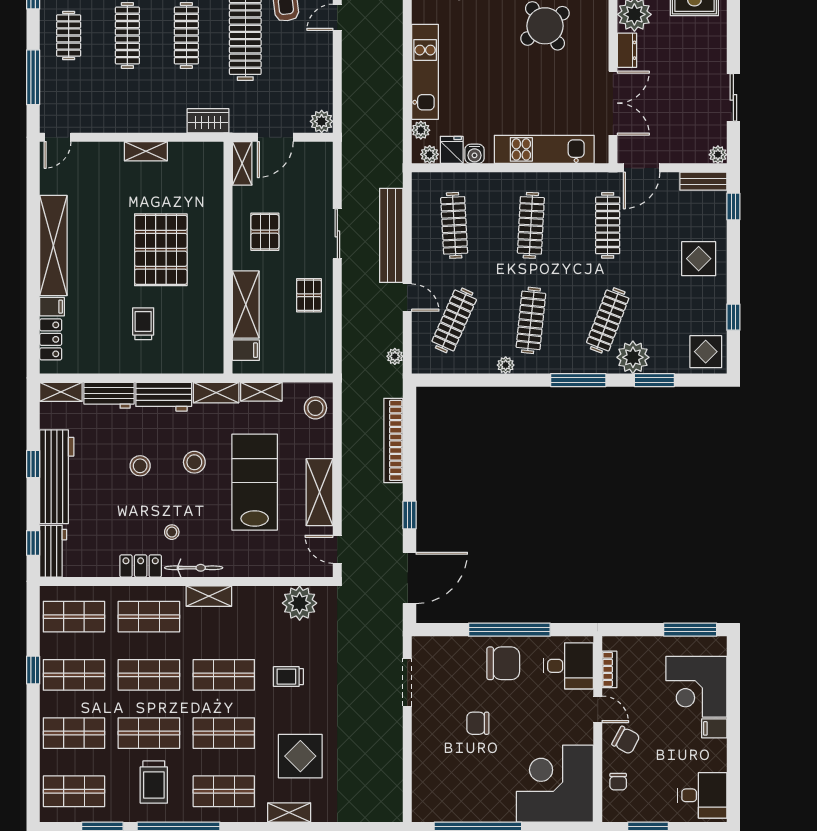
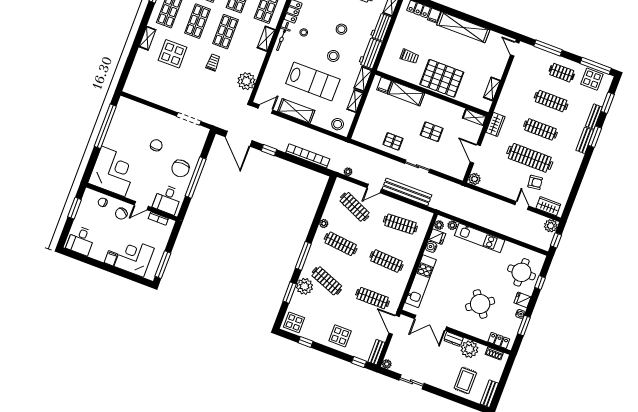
shelving: (242, 163) -> (475, 117), moved
wall: (228, 258) -> (432, 93), moved
shelving: (246, 305) -> (406, 93), moved
filing cabinet: (246, 350) -> (384, 85), moved

